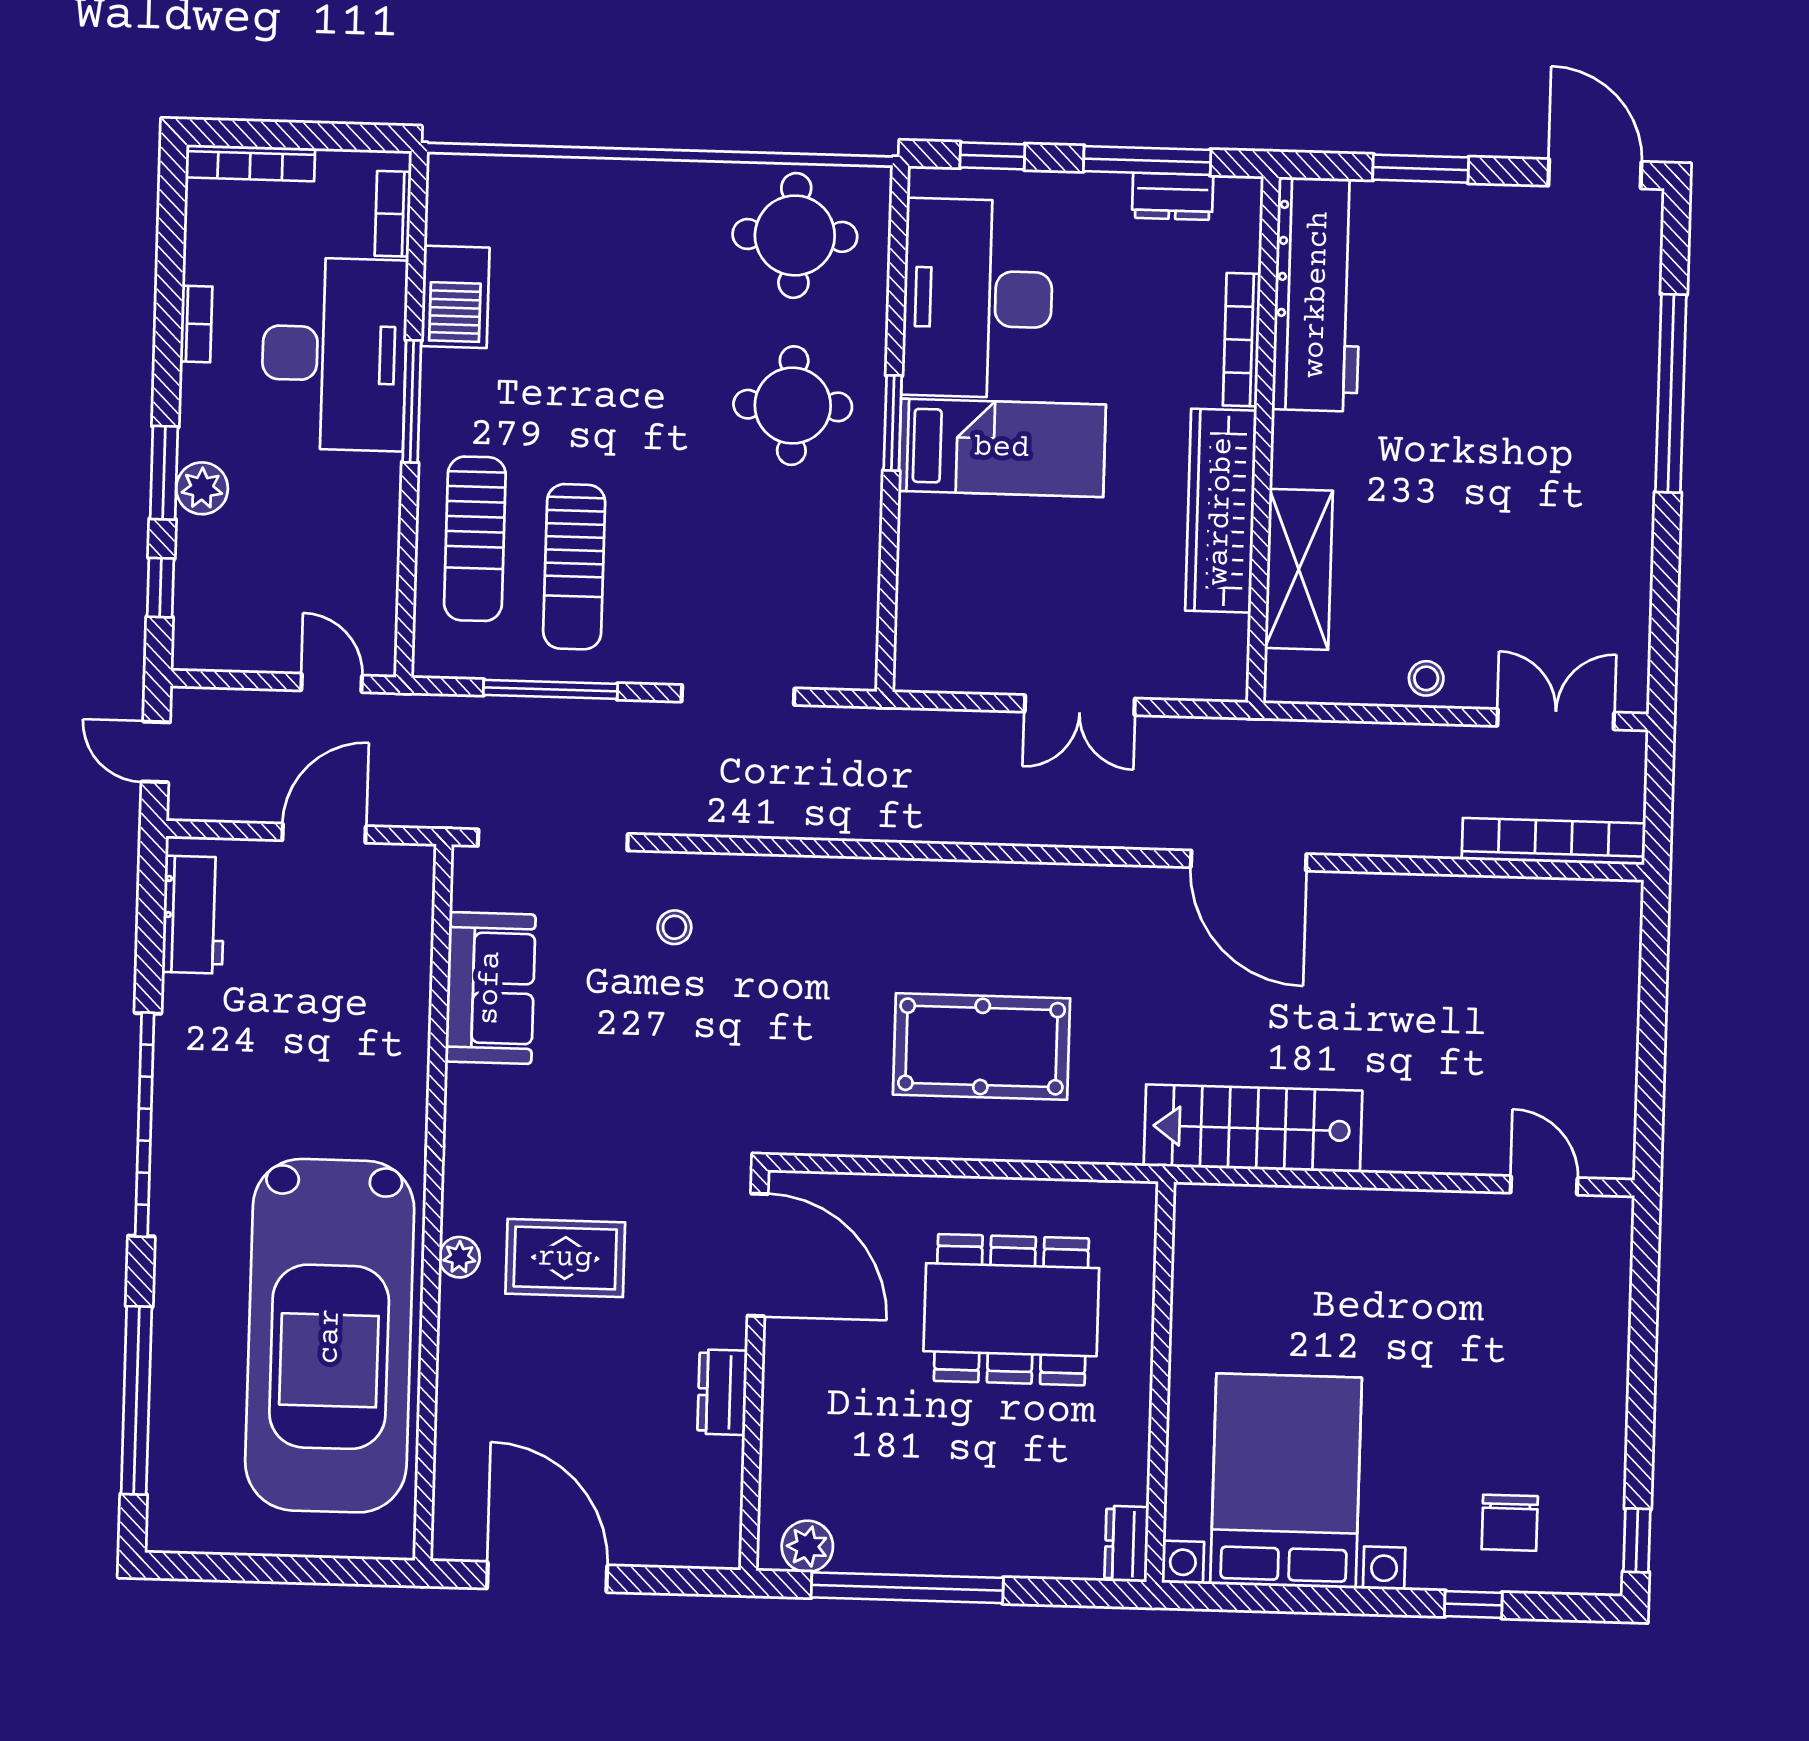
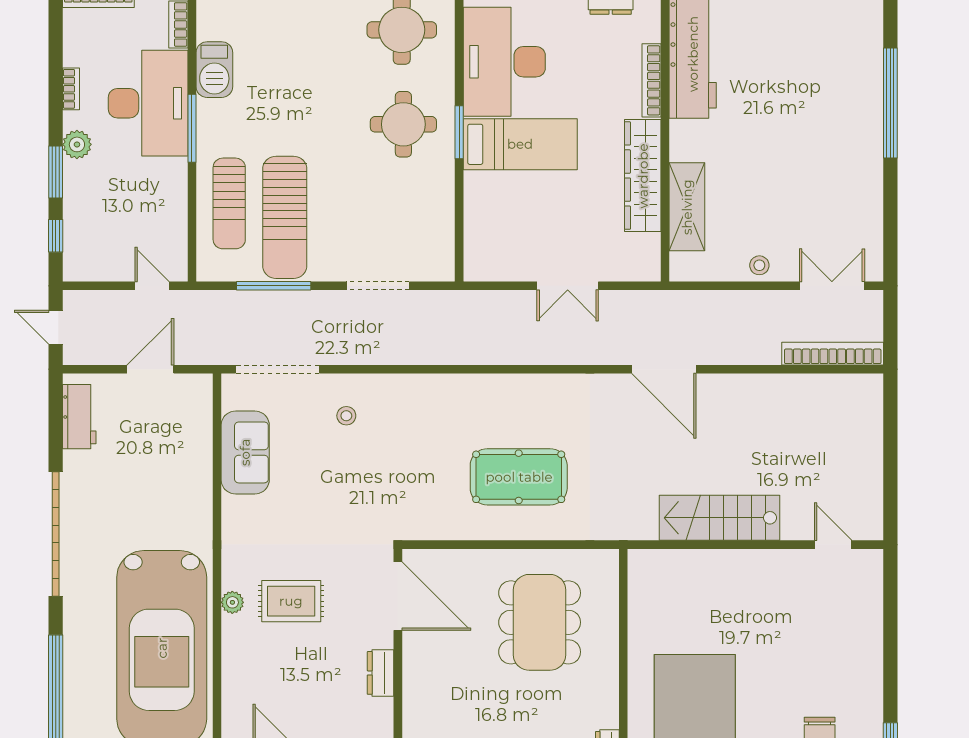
plant: (202, 488) -> (77, 144), moved
sun lounger: (574, 567) -> (285, 217), width x1.36, depth x1.34
stairs: (1253, 1128) -> (720, 518), moved
dining table: (1011, 1310) -> (540, 622), turned 90

